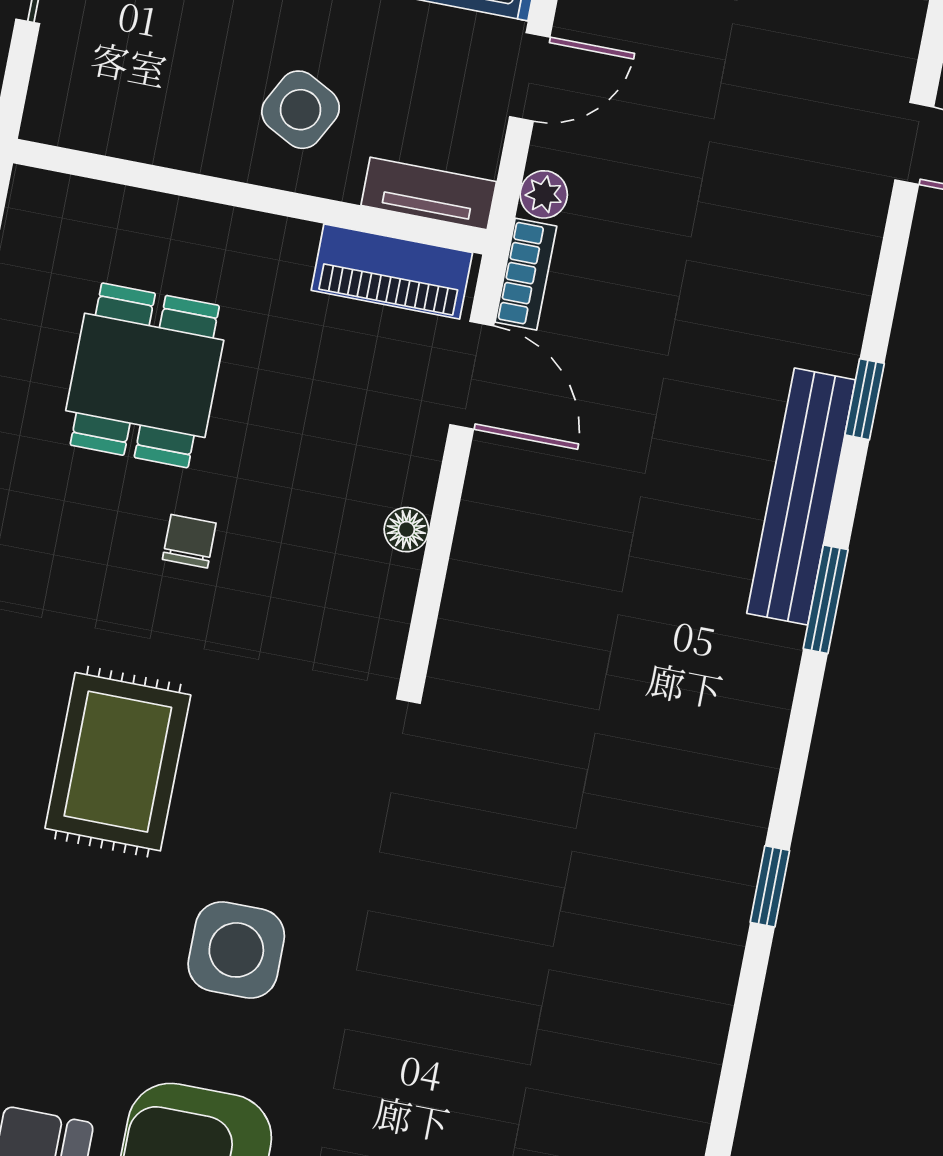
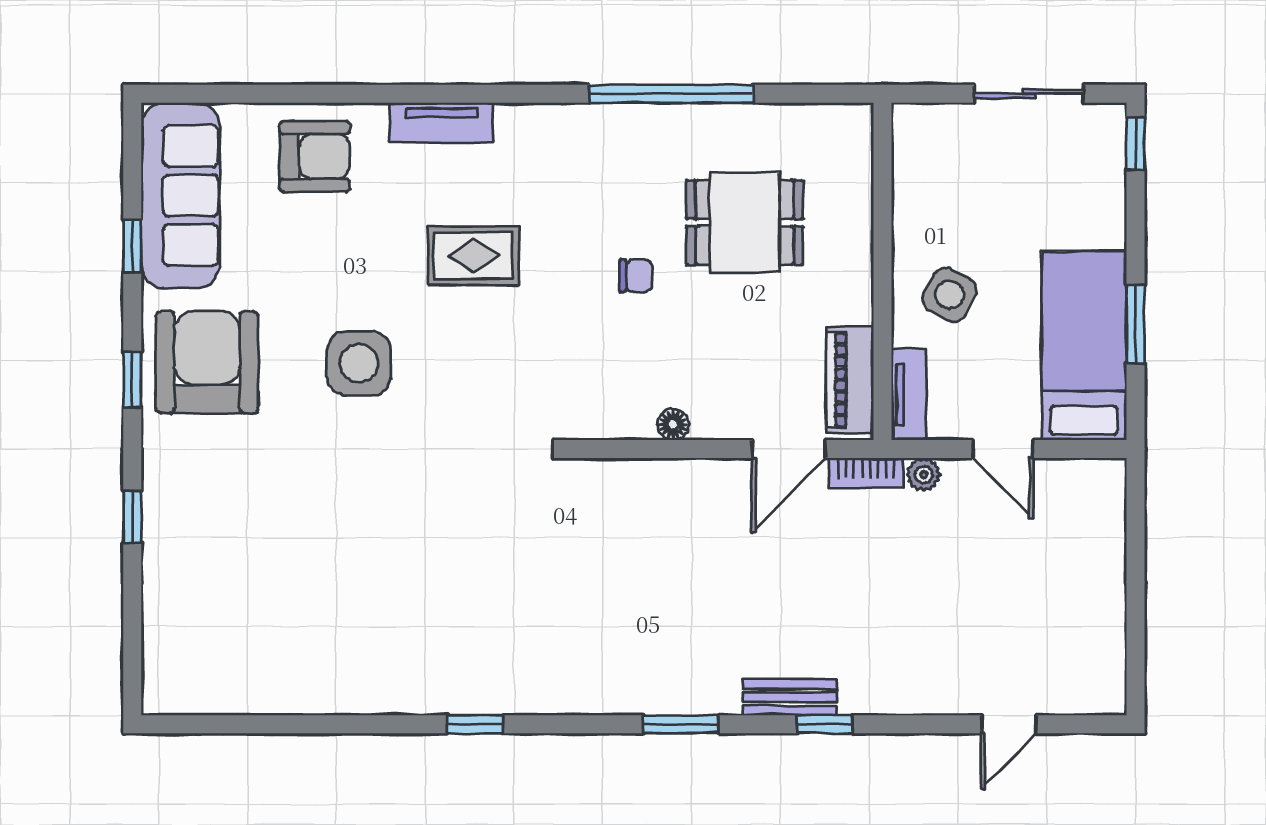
bench: (801, 497) -> (790, 697), width x0.54, depth x0.82
rug: (118, 762) -> (473, 256), width x0.73, depth x0.70

